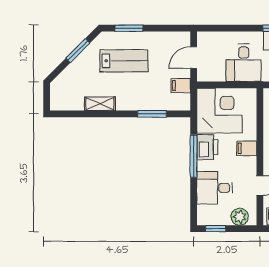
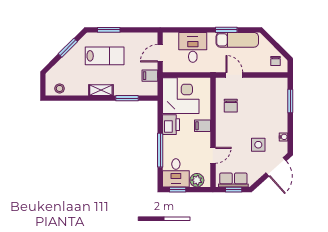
desk: (244, 63) -> (193, 47), moved, turned 180
stool: (67, 102) -> (60, 88), added
shelving: (100, 104) -> (101, 90), moved
window: (194, 156) -> (160, 150), moved
desk: (215, 188) -> (176, 173), moved, turned -90

